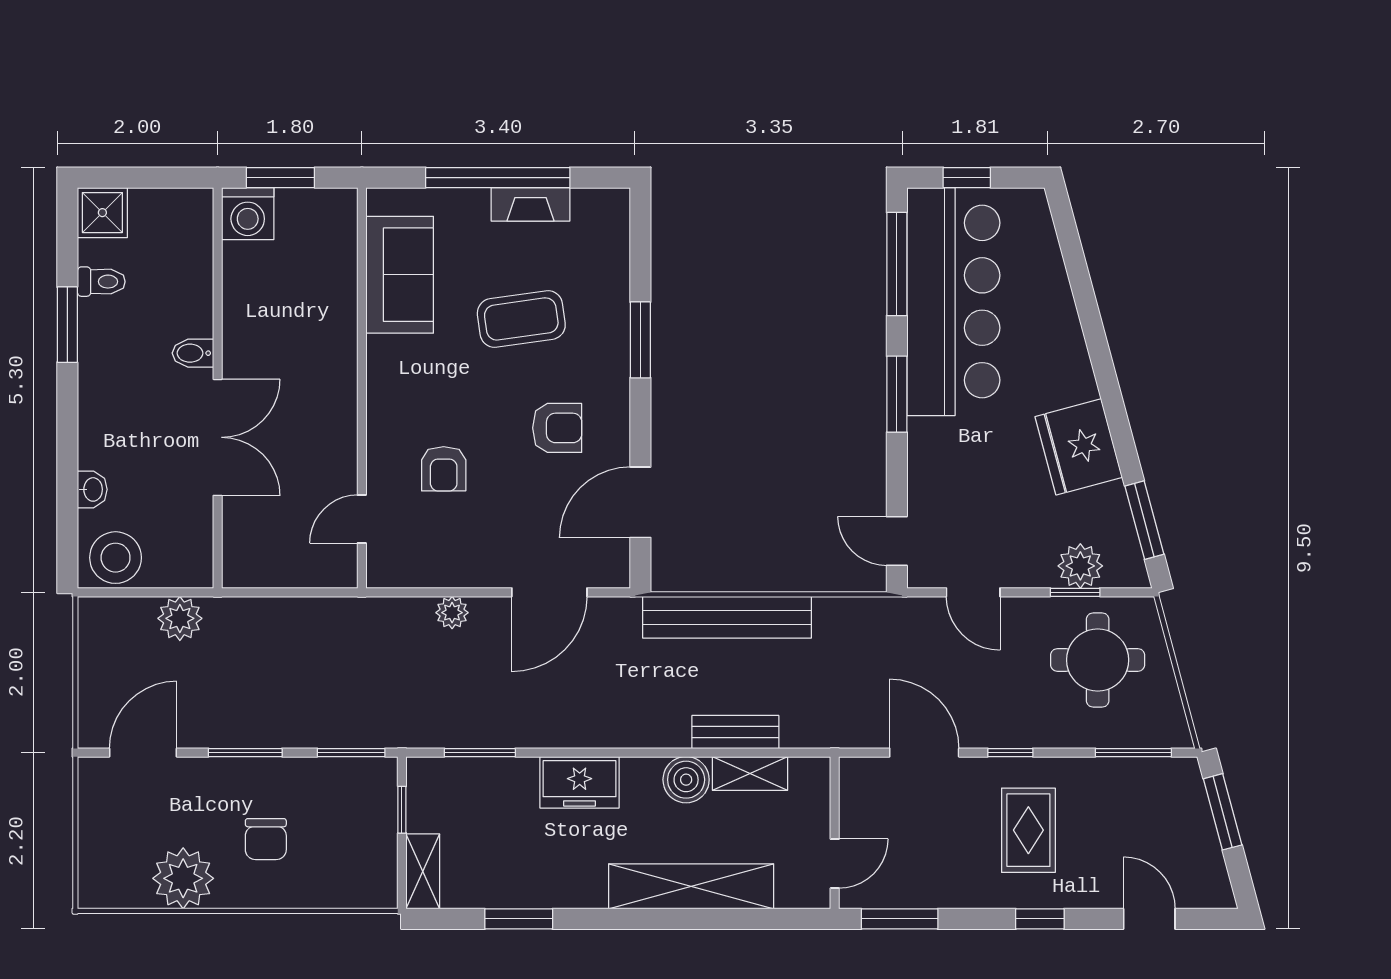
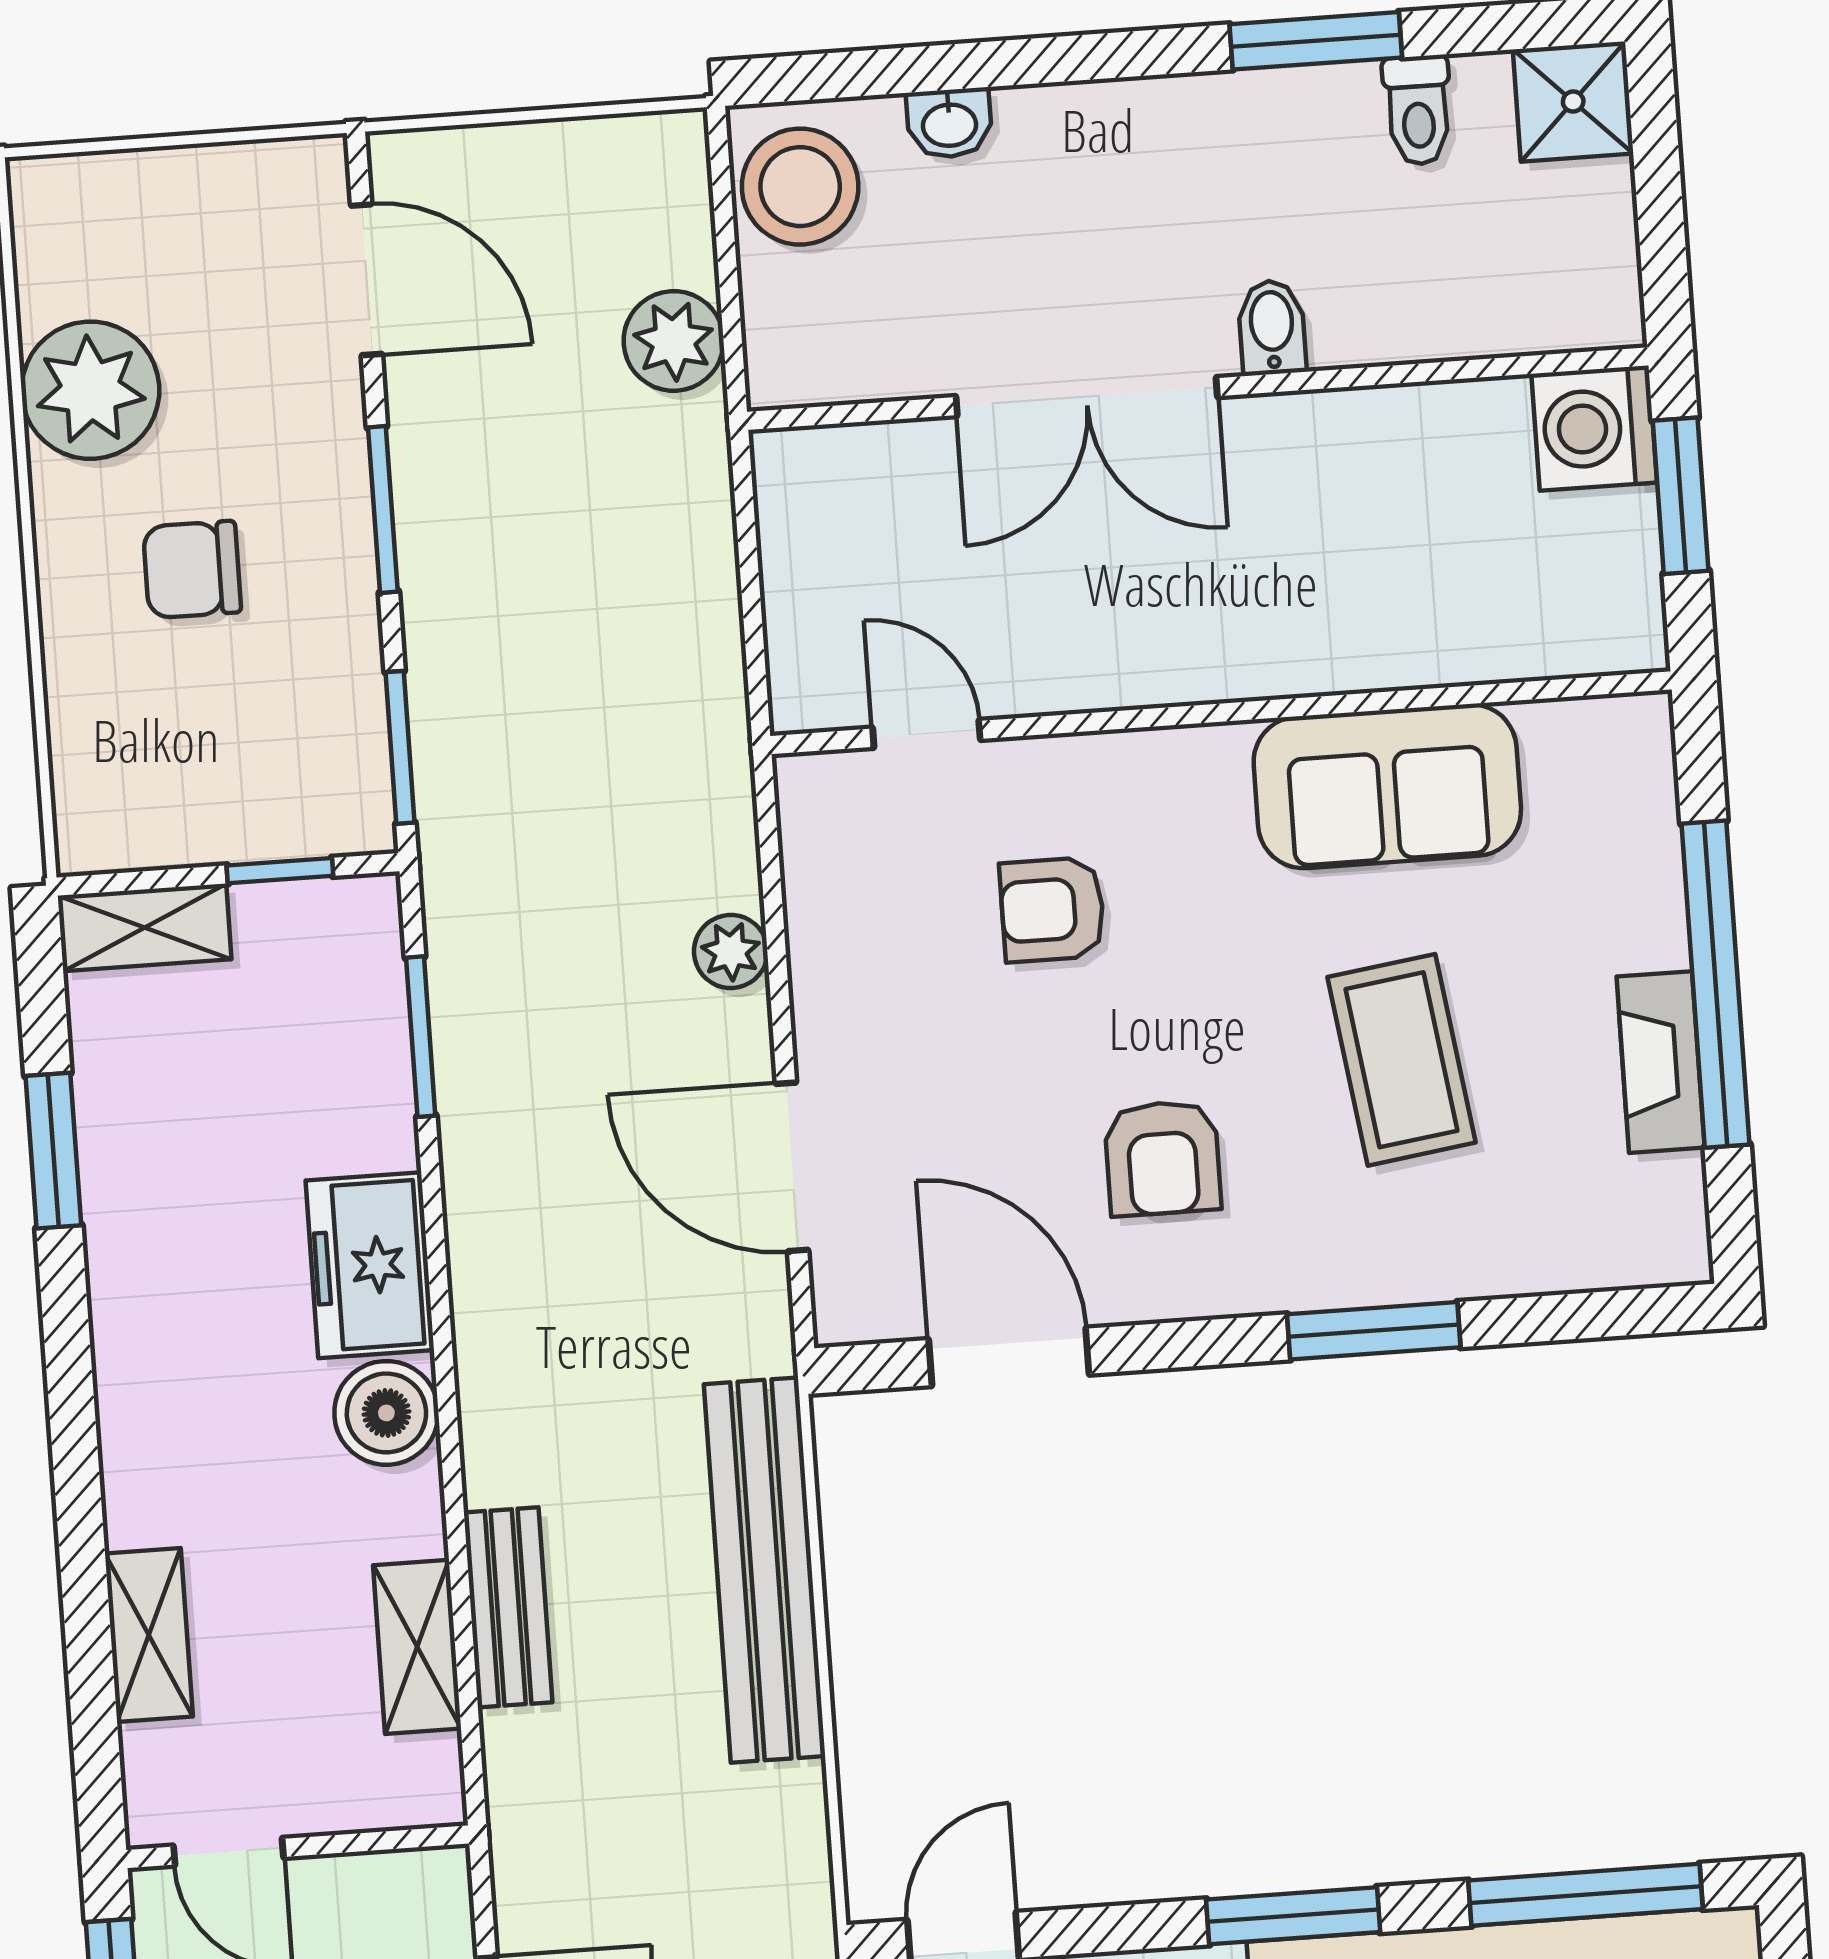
sofa: (400, 275) -> (1387, 786), moved
boiler: (686, 780) -> (386, 1413), moved
shelving: (691, 886) -> (149, 1635), width x0.45, depth x0.75

